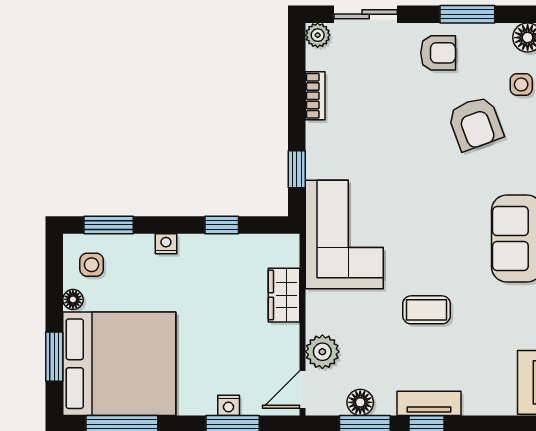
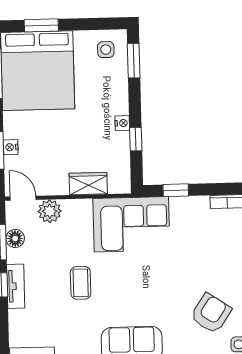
armchair: (475, 123) -> (211, 313), turned 144
nightstand: (166, 244) -> (122, 123), moved
floor lamp: (73, 299) -> (81, 37), removed

